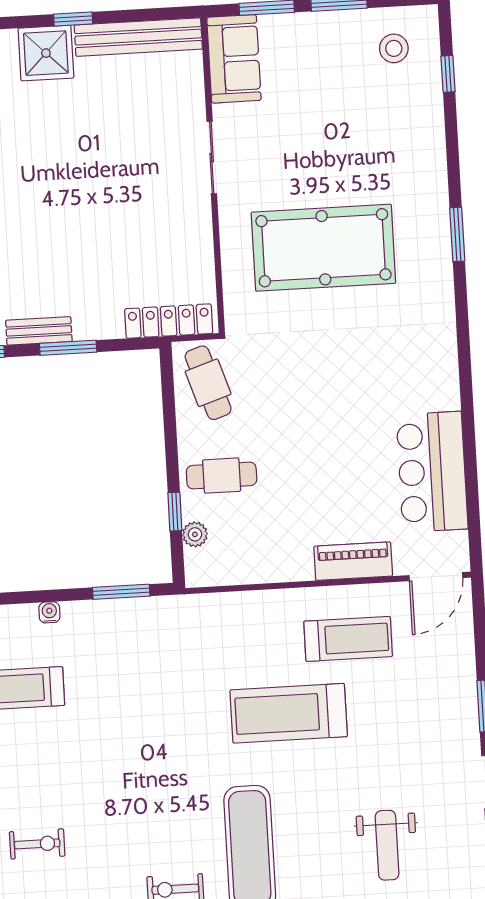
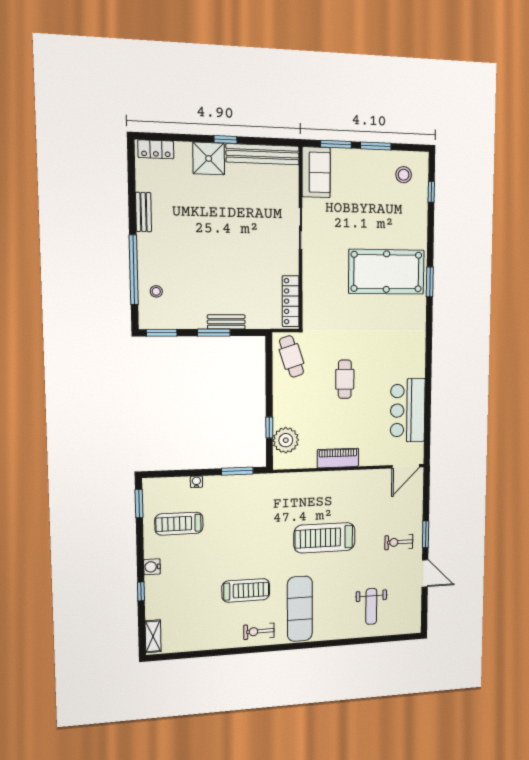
pool table: (323, 248) -> (386, 272), moved
locker: (169, 321) -> (291, 301), moved, turned -90
bench: (39, 331) -> (226, 322), moved
cafe table: (222, 476) -> (345, 379), moved, turned 90
plant: (195, 534) -> (286, 440), width x1.88, depth x1.88
piano: (353, 561) -> (338, 458), moved
treadmill: (348, 639) -> (246, 590), moved
exercise bike: (37, 844) -> (399, 542), moved, turned 180

